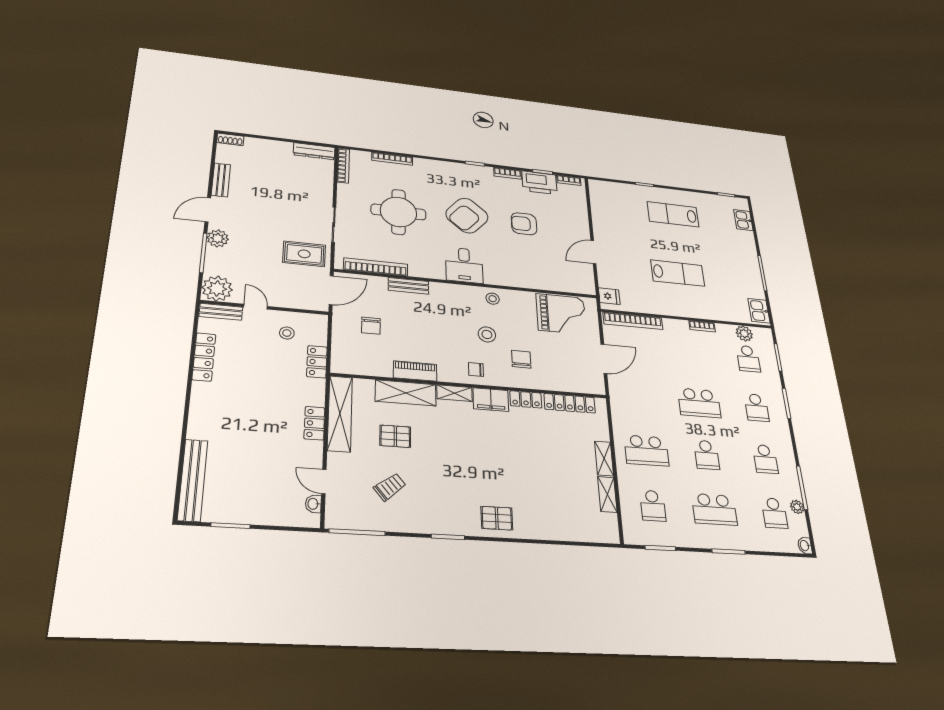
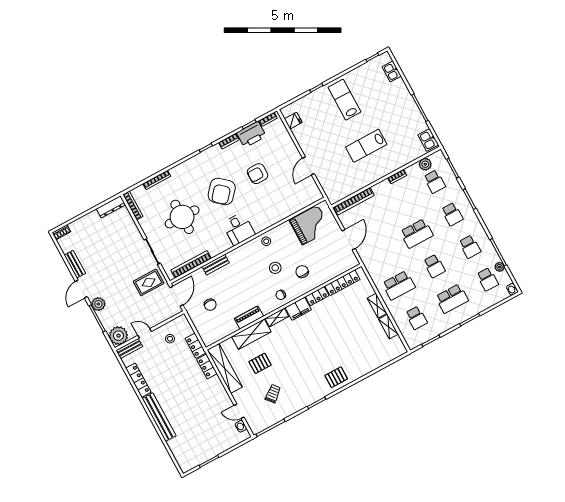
lab bench: (673, 214) -> (344, 100), turned 90
lab bench: (678, 273) -> (366, 146), turned 180
fridge: (609, 296) -> (293, 121), moved
locker: (314, 423) -> (207, 366), moved
bench: (193, 480) -> (159, 417), moved

